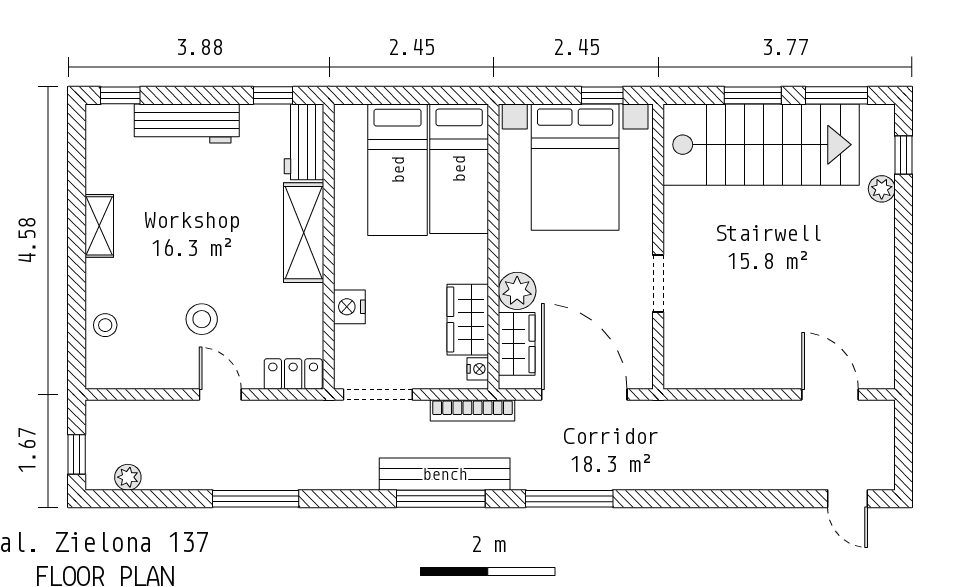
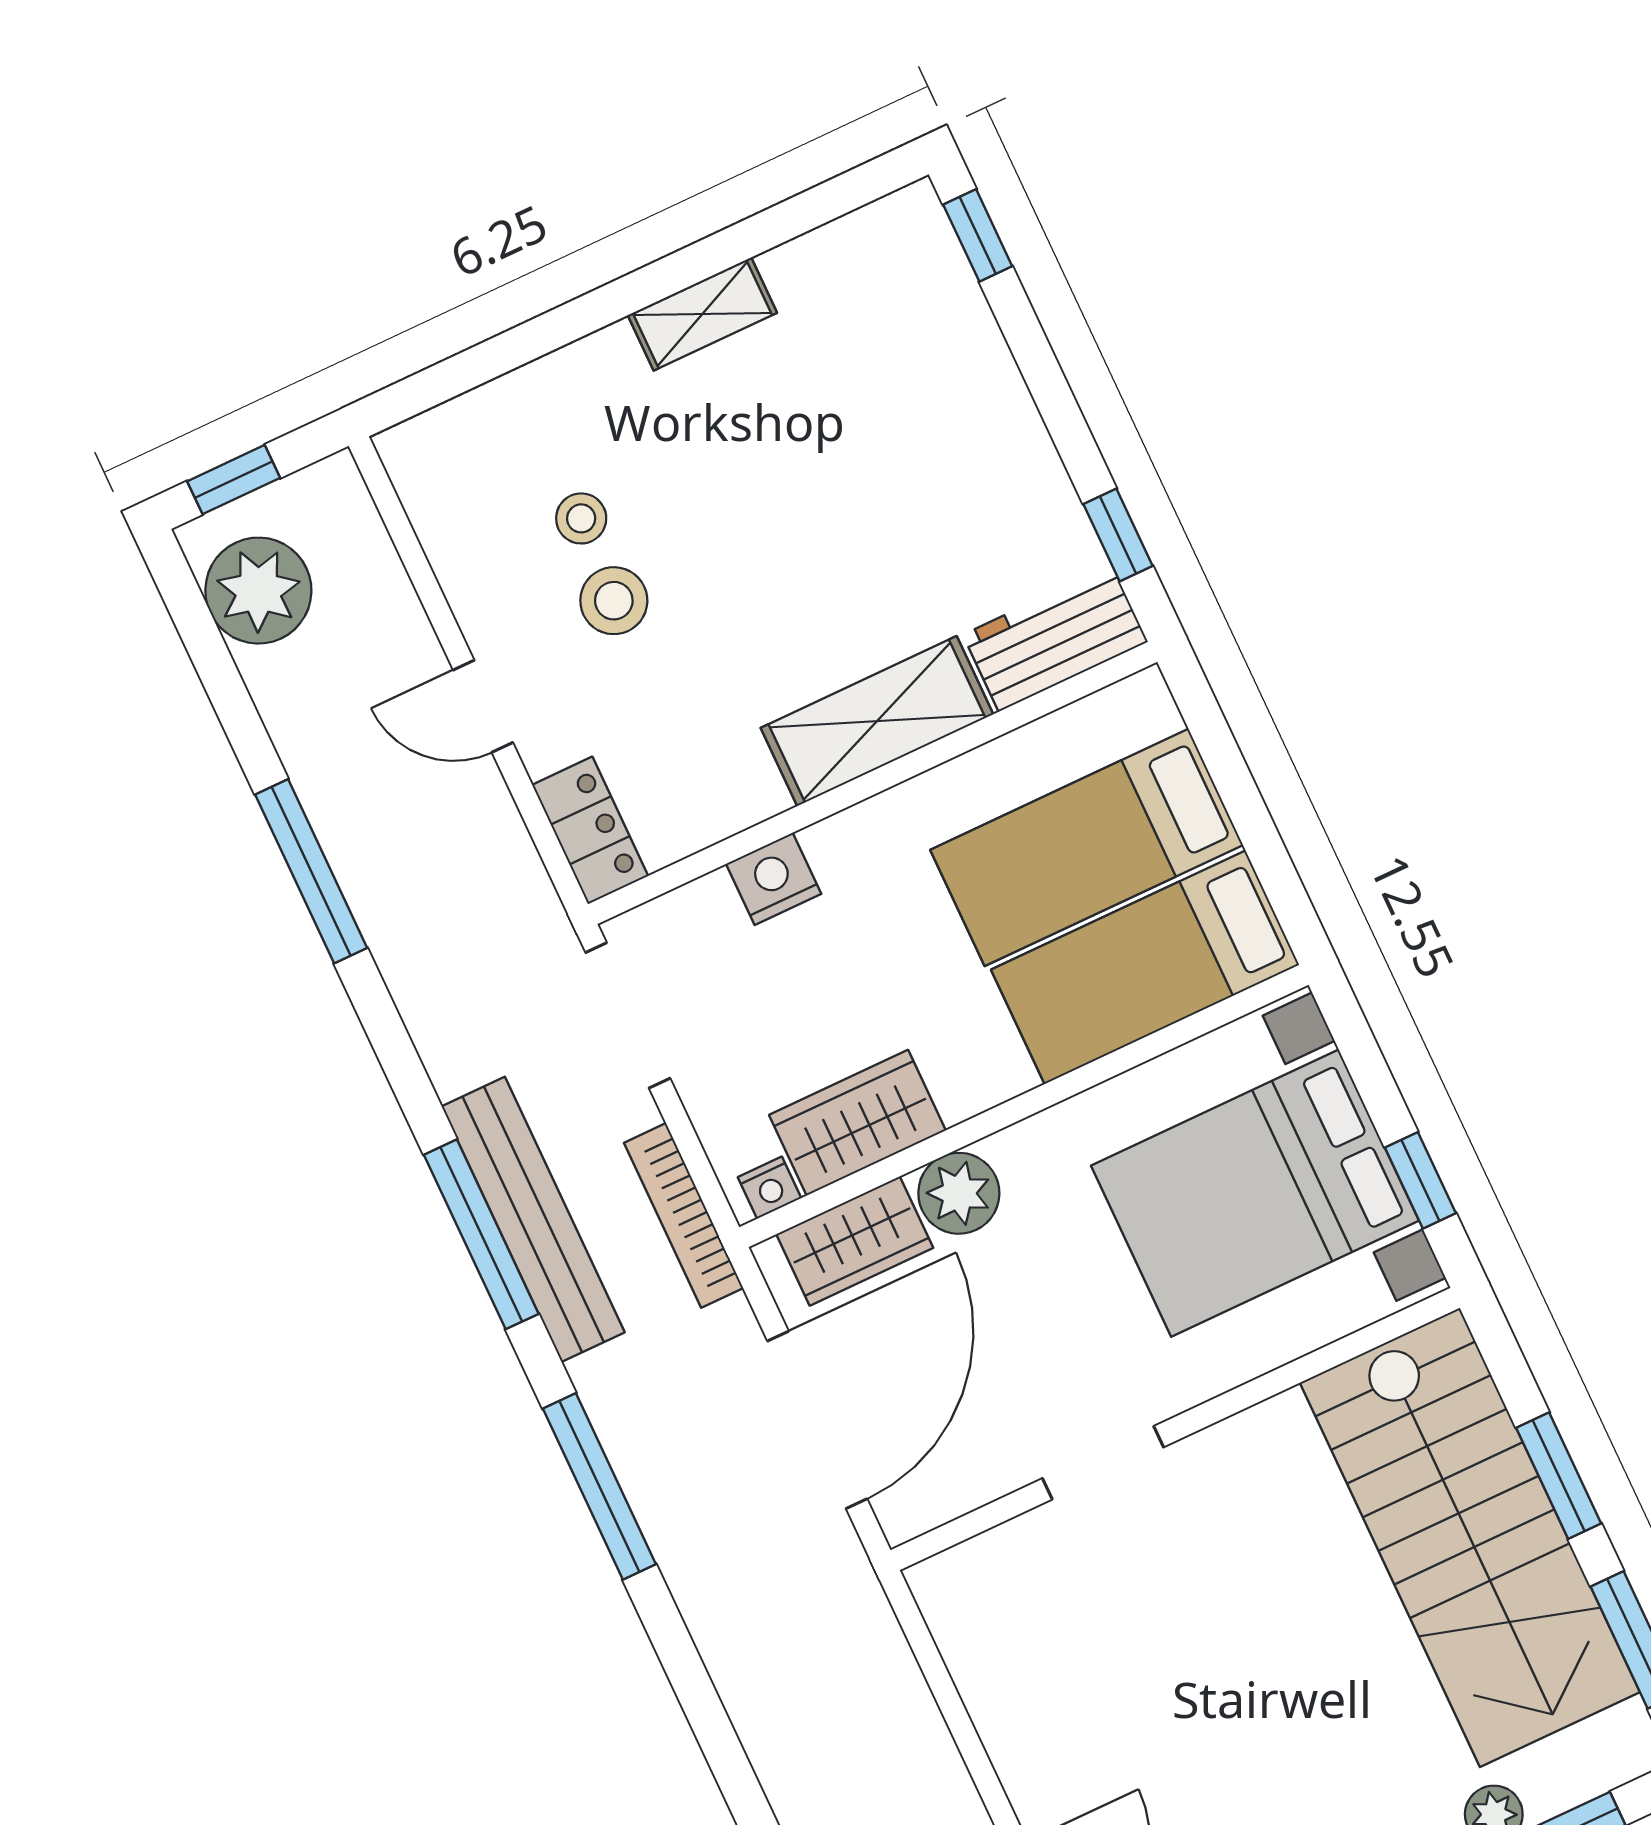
workbench: (187, 123) -> (984, 392), removed
stool: (105, 325) -> (581, 518), moved
door: (220, 395) -> (483, 706), swing flipped
plant: (128, 477) -> (258, 591), width x1.88, depth x1.88

